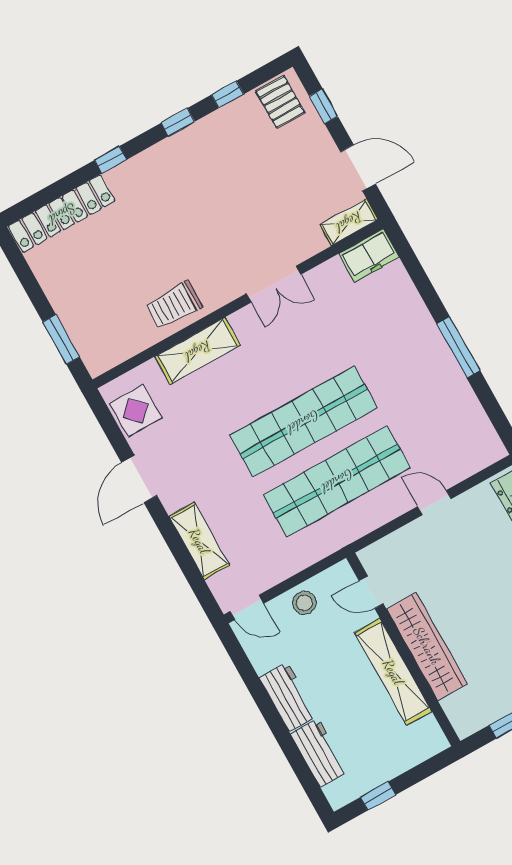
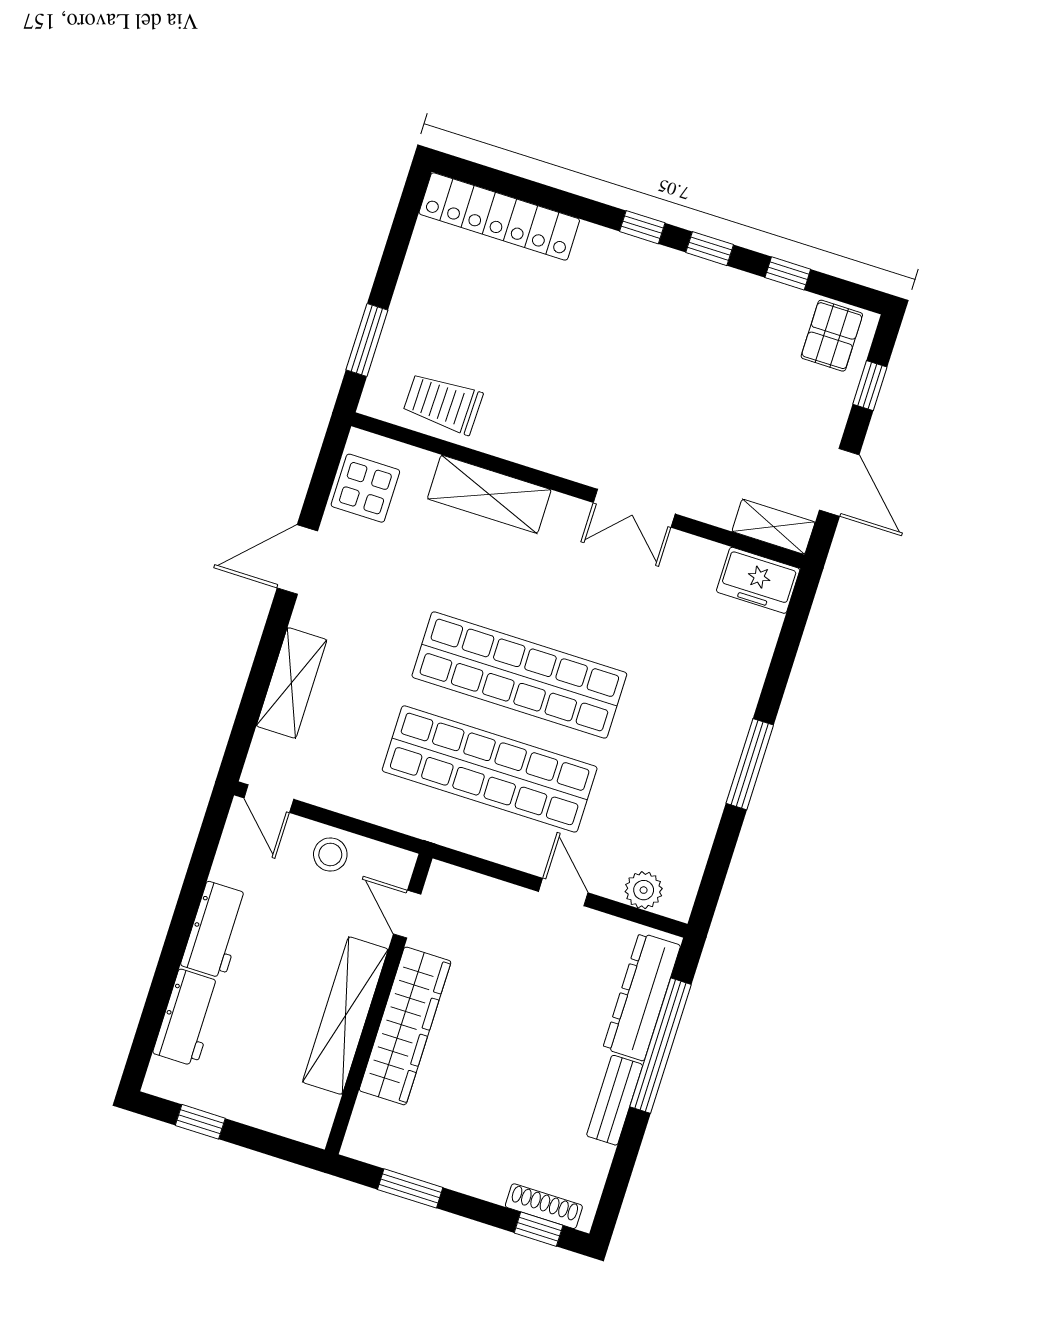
window: (111, 160) -> (642, 227), moved
trolley: (174, 305) -> (443, 403), moved
plant: (472, 461) -> (644, 890), added

